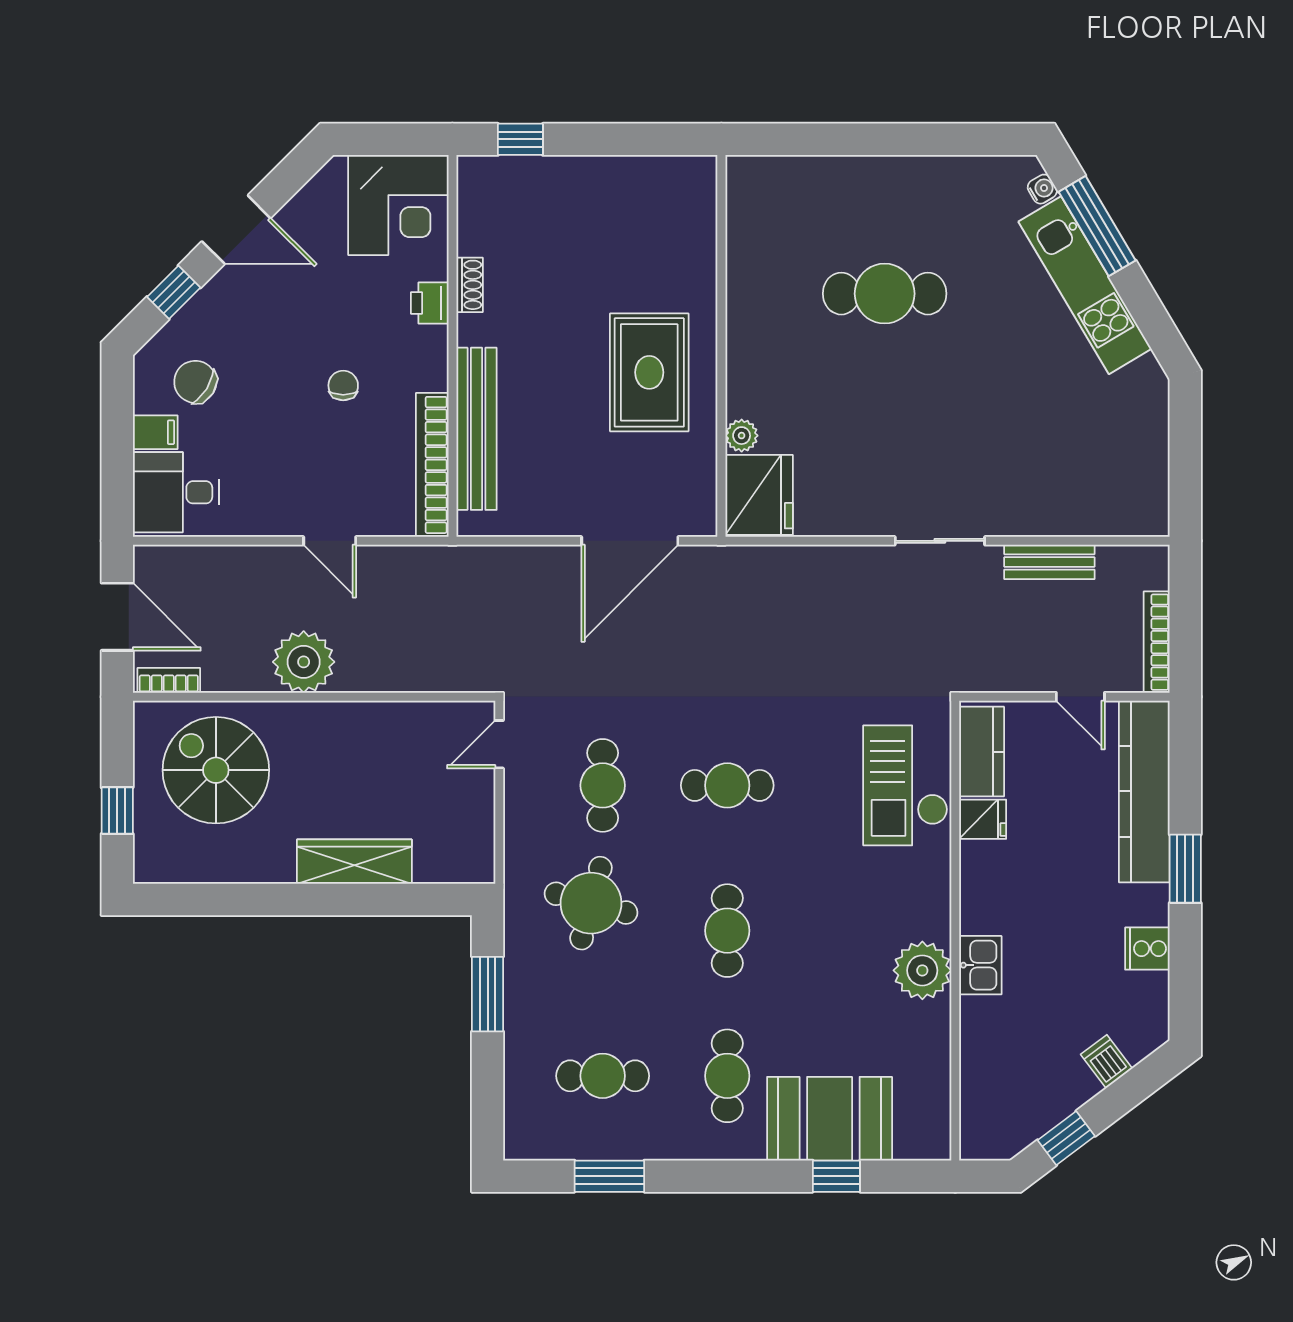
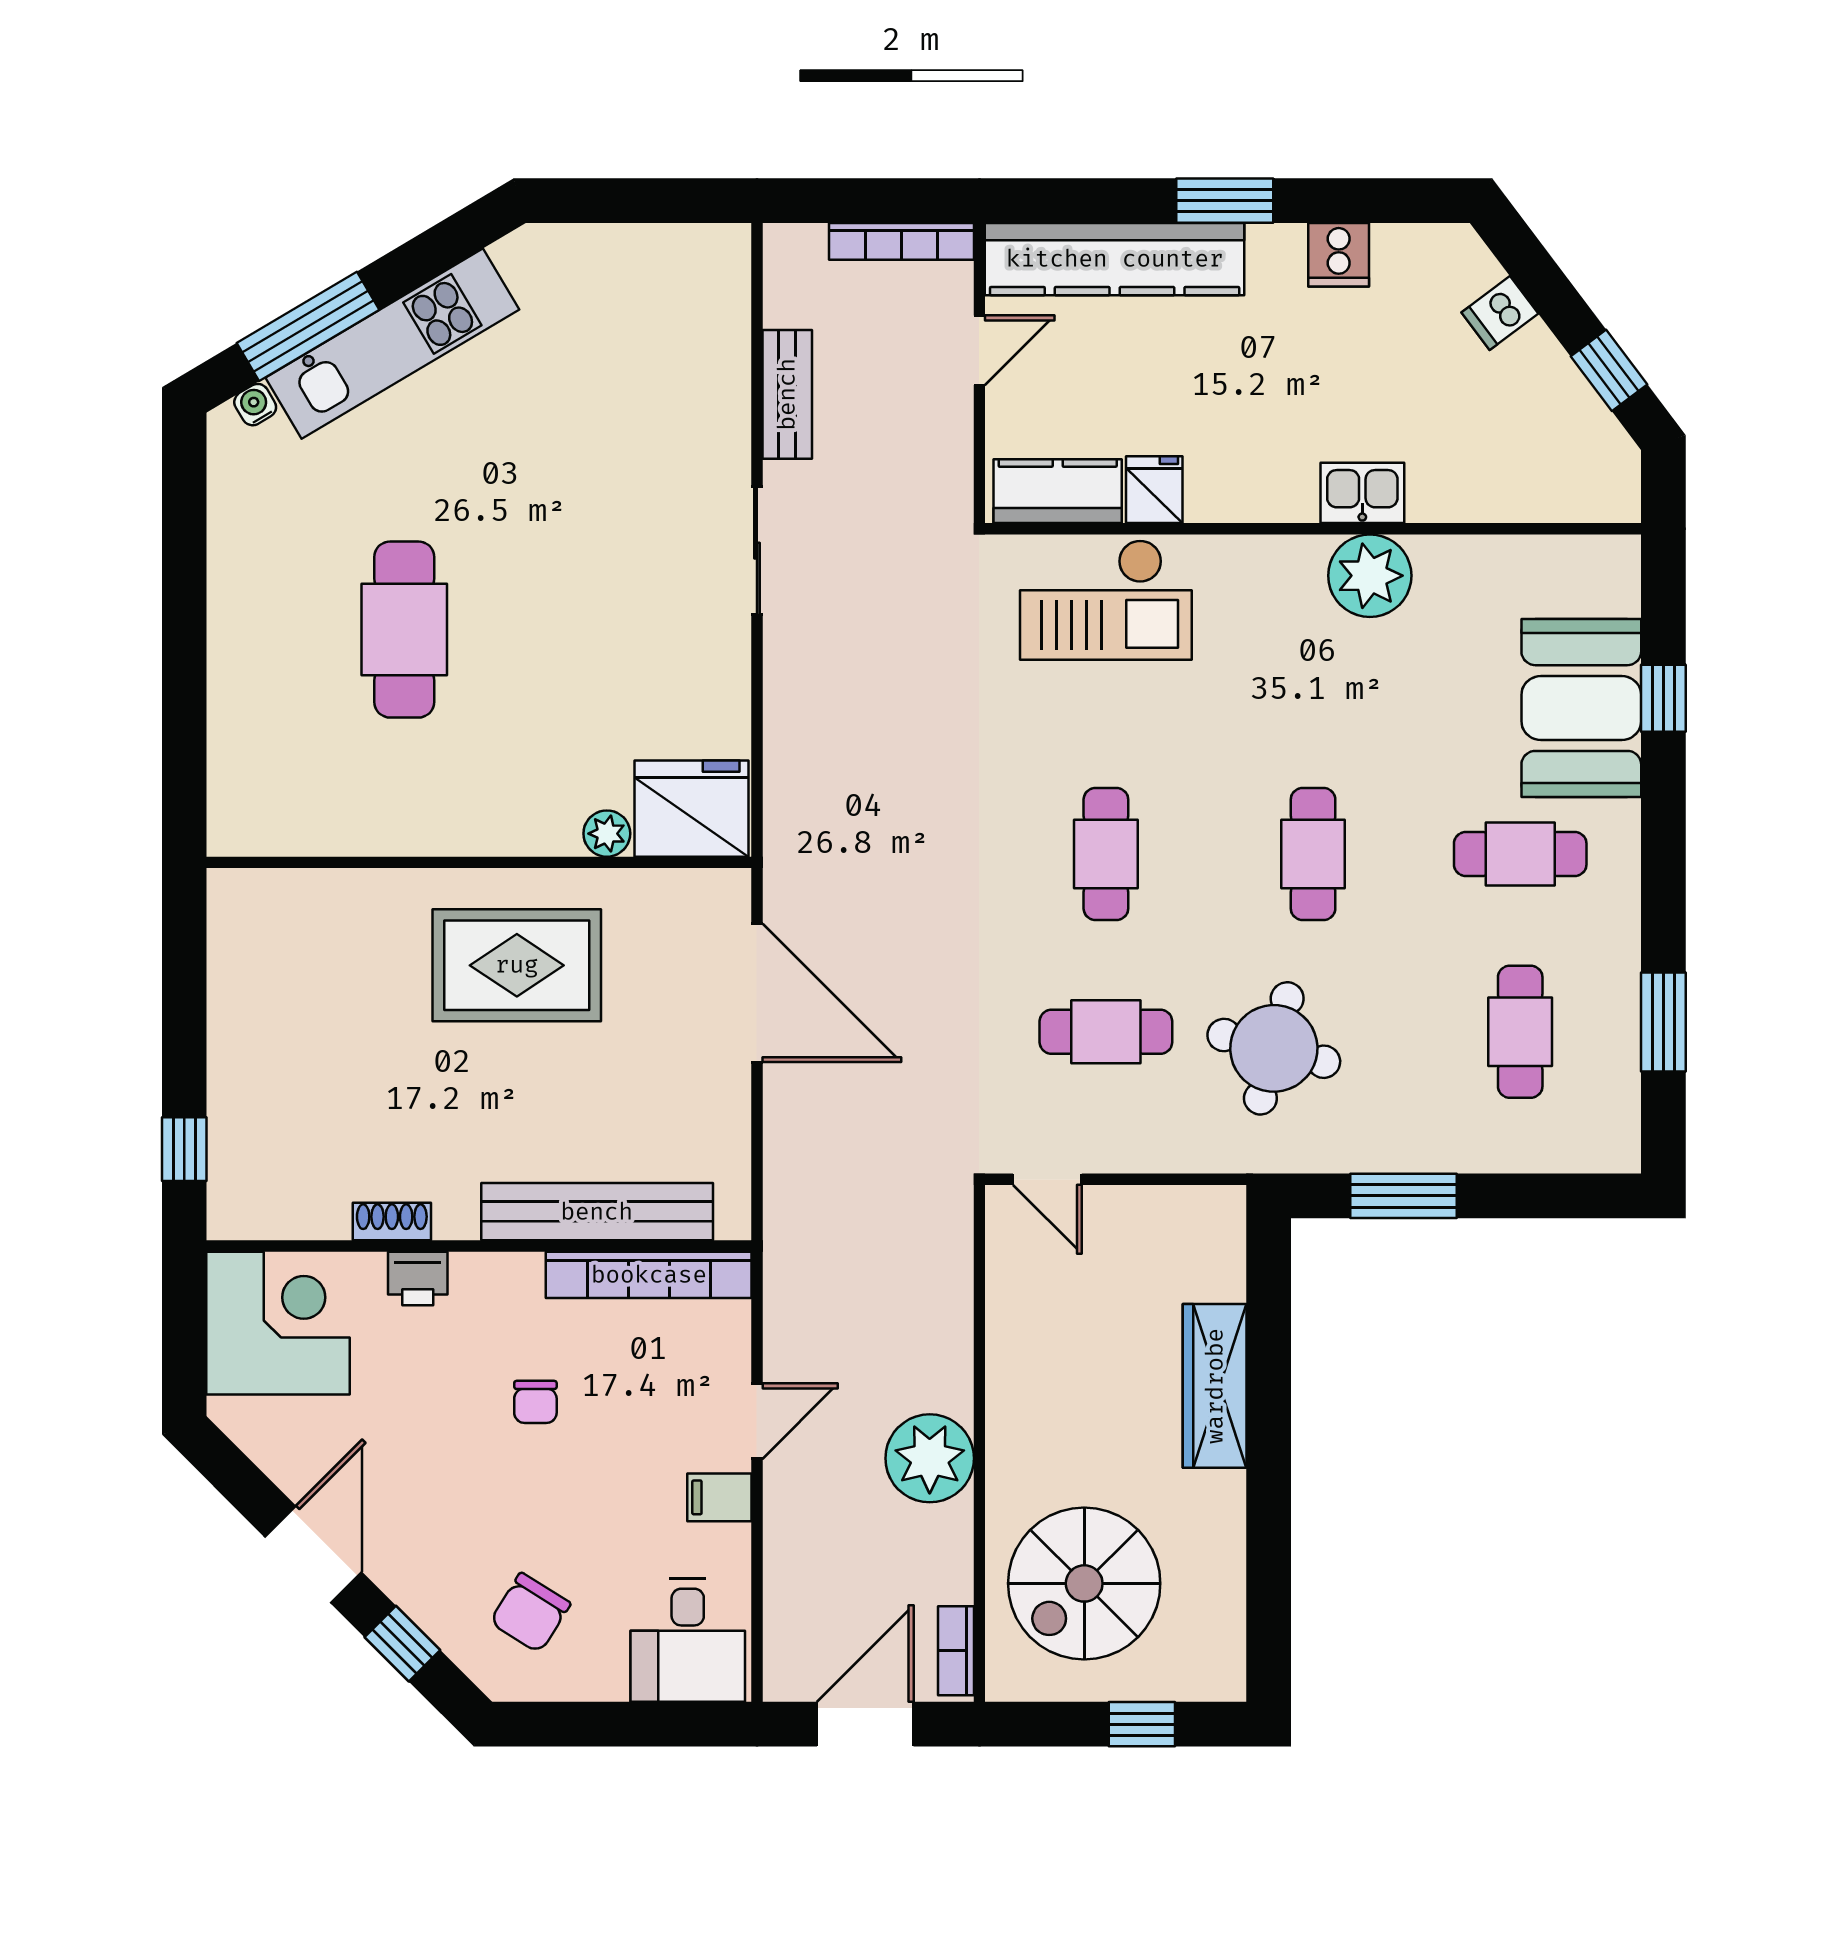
chair: (343, 385) -> (535, 1402), turned -90
filing cabinet: (155, 432) -> (719, 1497), moved, turned -90
cafe table: (727, 931) -> (1313, 854), turned 90

